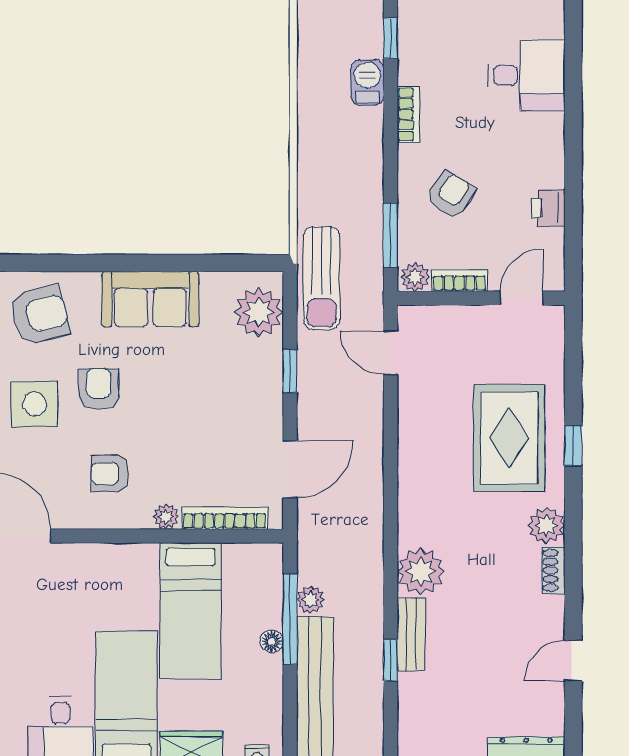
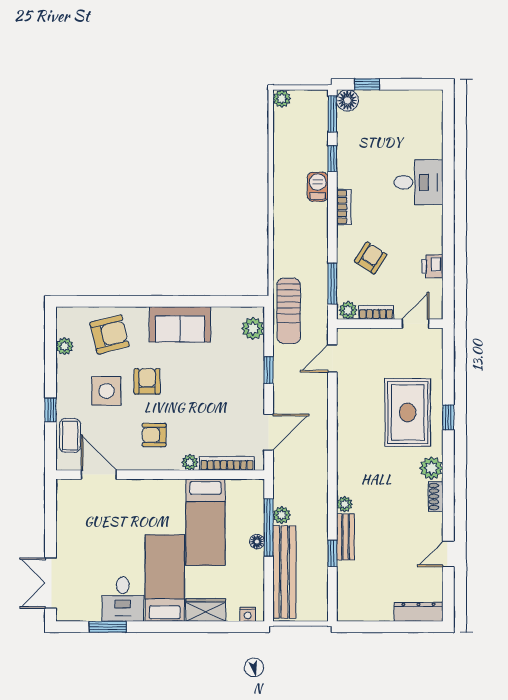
plant: (259, 312) -> (253, 328), width x0.73, depth x0.73
door: (391, 353) -> (332, 358), hinge flipped
plant: (421, 571) -> (345, 504), width x0.53, depth x0.53

